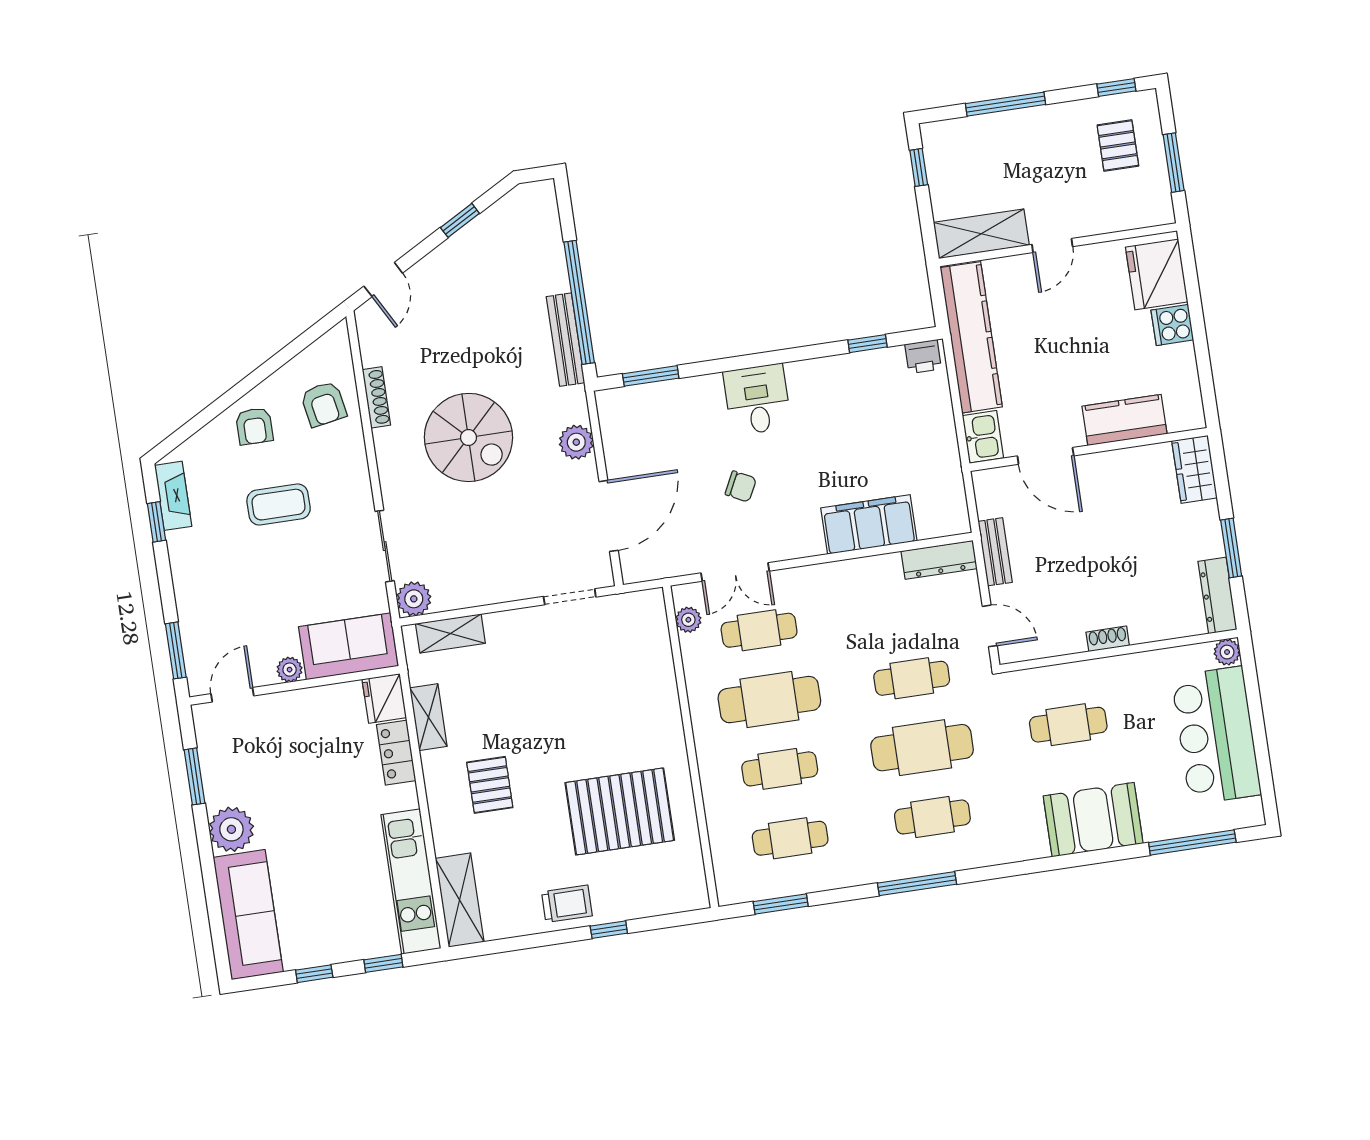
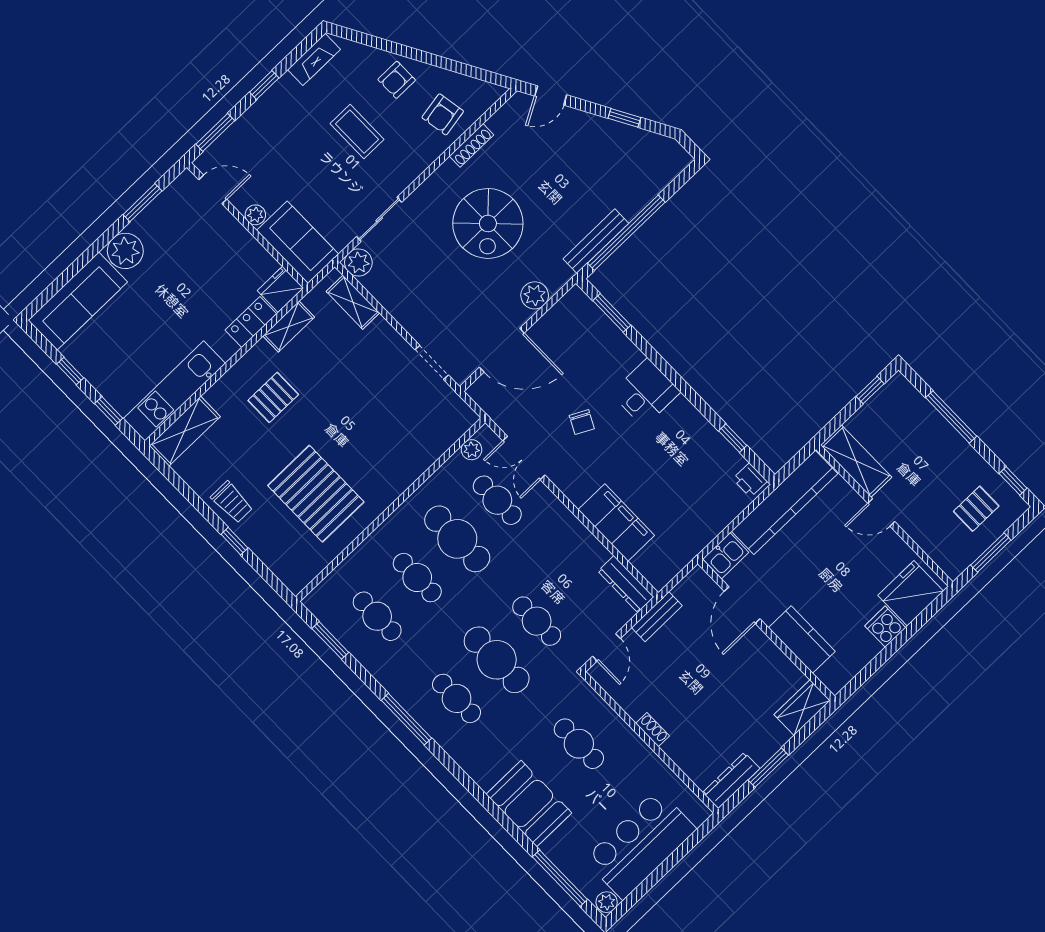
window: (157, 522) -> (264, 85), moved
plant: (1227, 652) -> (607, 902), moved

